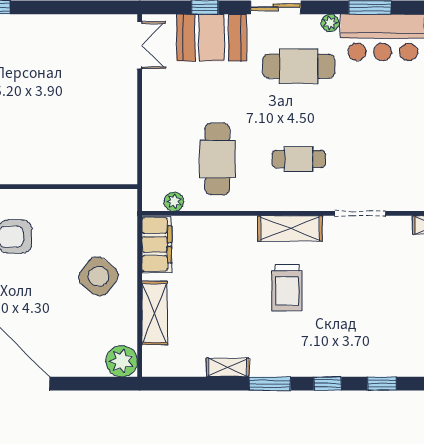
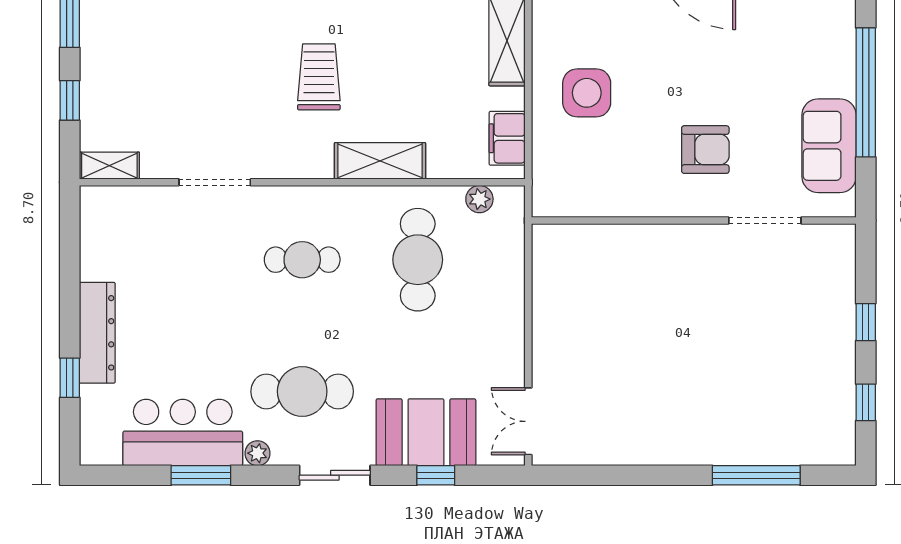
shelving: (290, 229) -> (380, 161), moved
filing cabinet: (157, 244) -> (507, 138), width x0.67, depth x0.86
side table: (98, 276) -> (587, 93), turned -37

